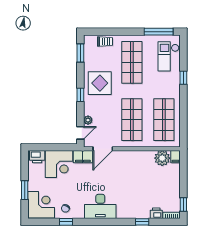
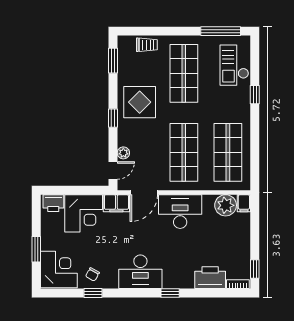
desk: (129, 163) -> (180, 212), added
printer: (156, 213) -> (210, 278), width x1.87, depth x1.48
window: (142, 222) -> (170, 293), moved

